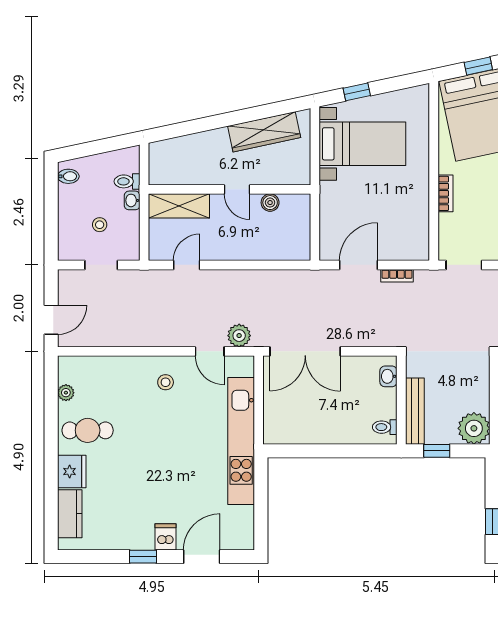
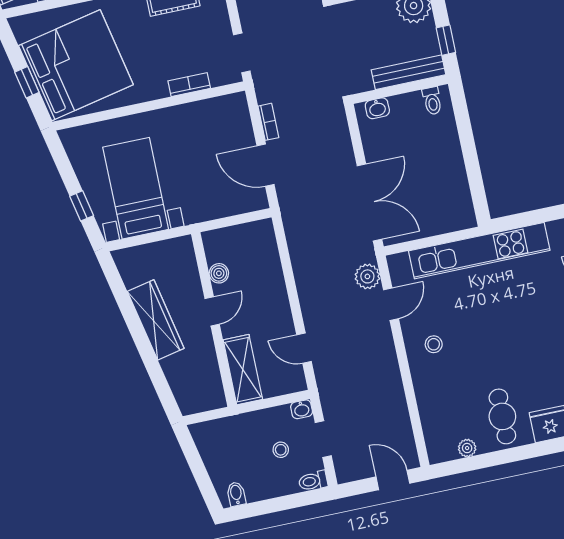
wardrobe: (264, 132) -> (156, 320), moved
toilet: (127, 181) -> (313, 481), moved, turned 90
bookcase: (445, 193) -> (189, 85), moved
washbasin: (132, 200) -> (302, 409), moved

